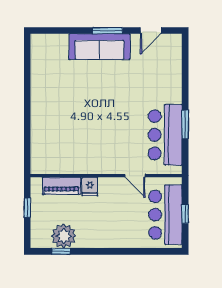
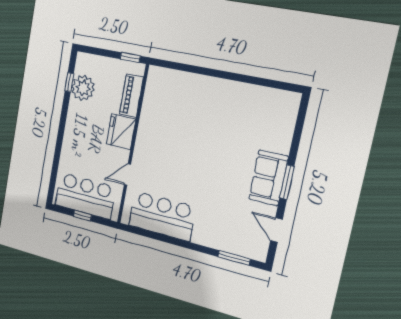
sofa: (100, 47) -> (269, 178), width x0.73
window: (185, 124) -> (234, 258), moved
fridge: (90, 186) -> (121, 132), width x1.88, depth x1.34
window: (27, 208) -> (130, 57), moved

